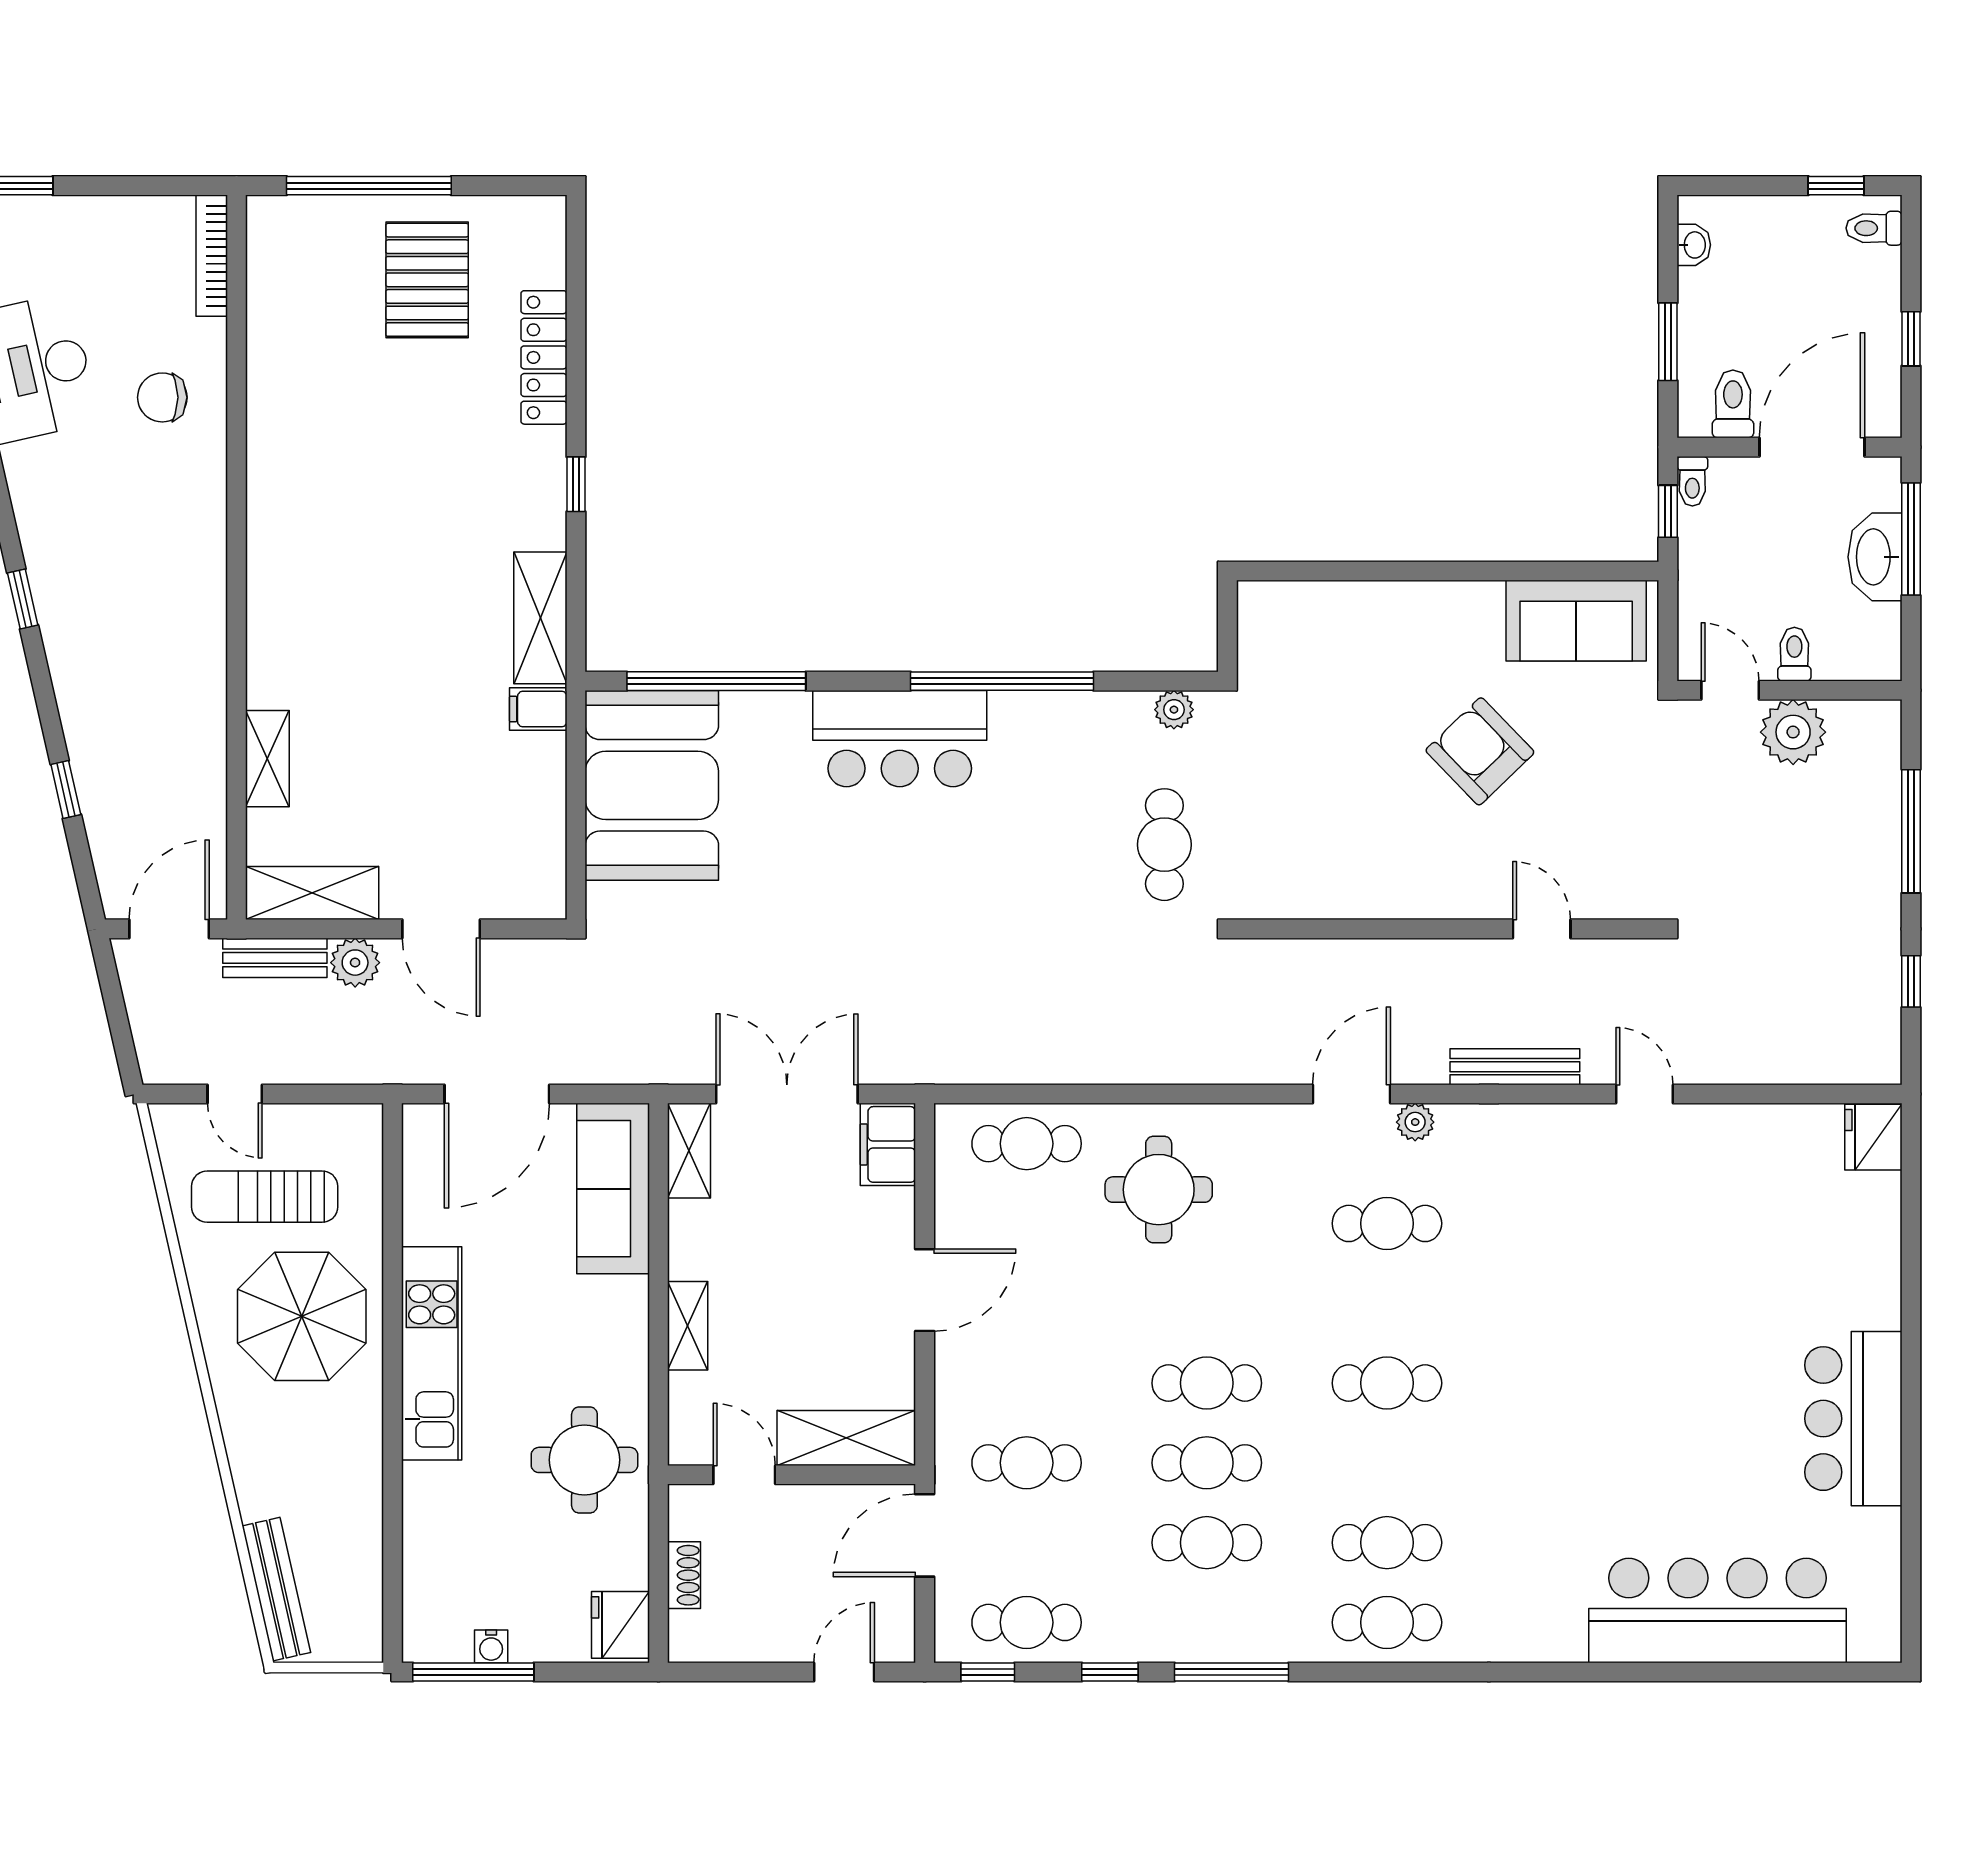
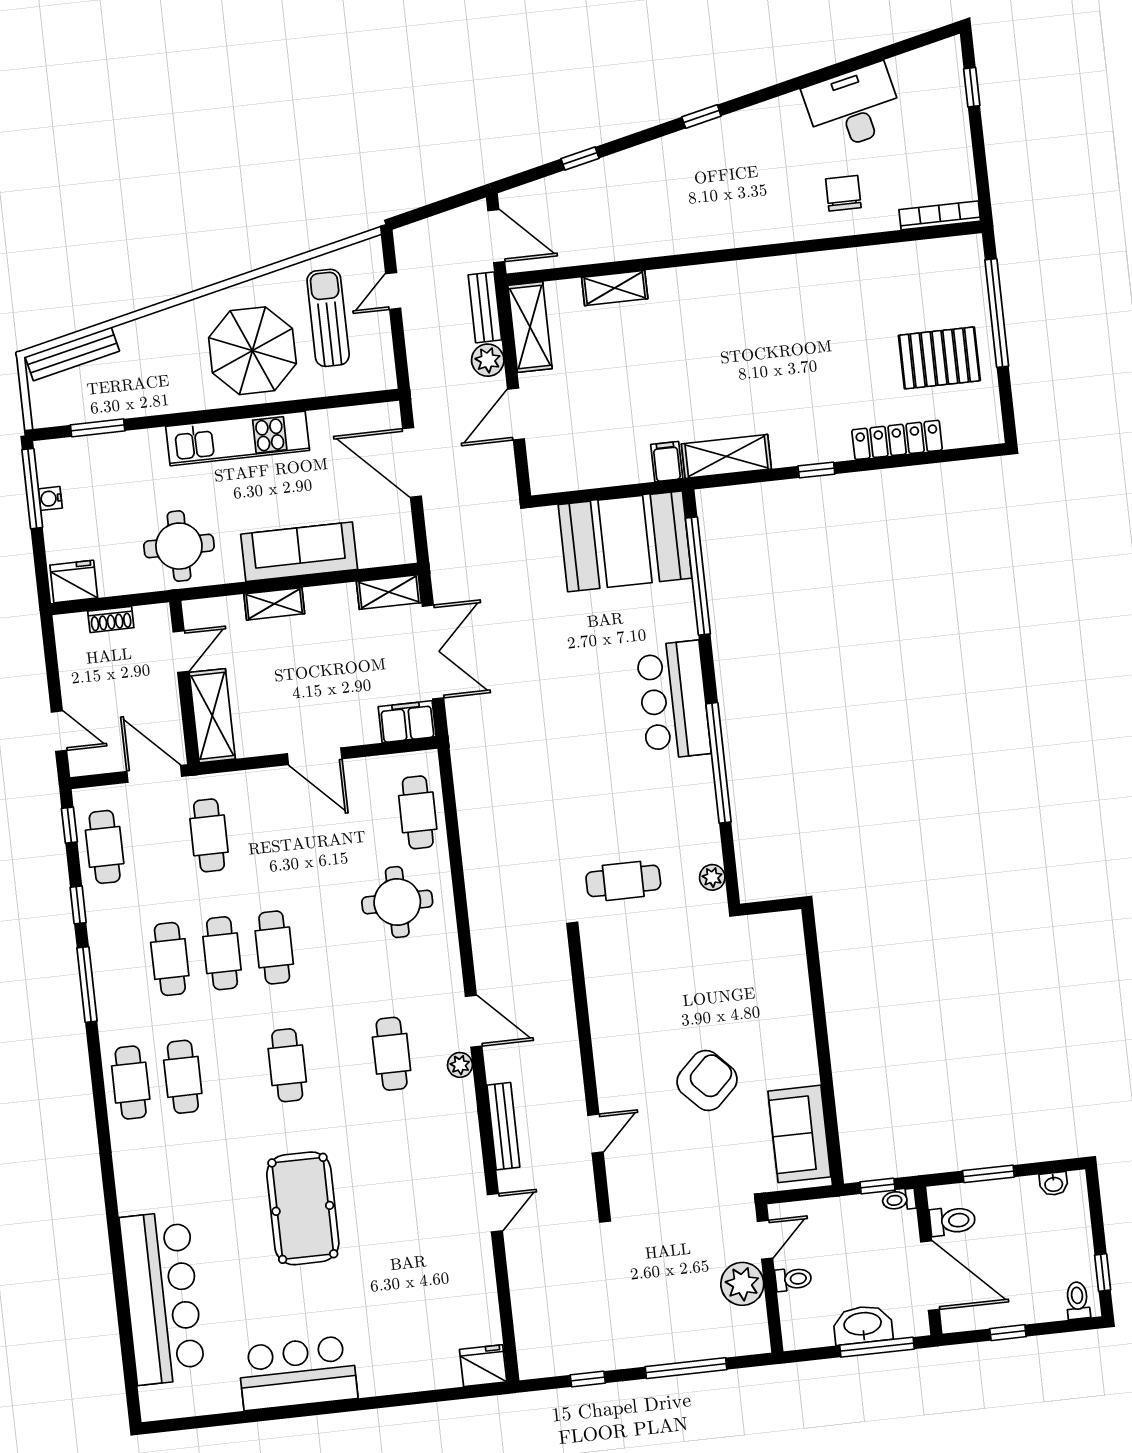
sofa: (613, 1189) -> (299, 552), moved
pool table: (1606, 1383) -> (303, 1208), added
window: (392, 1563) -> (98, 428), added

